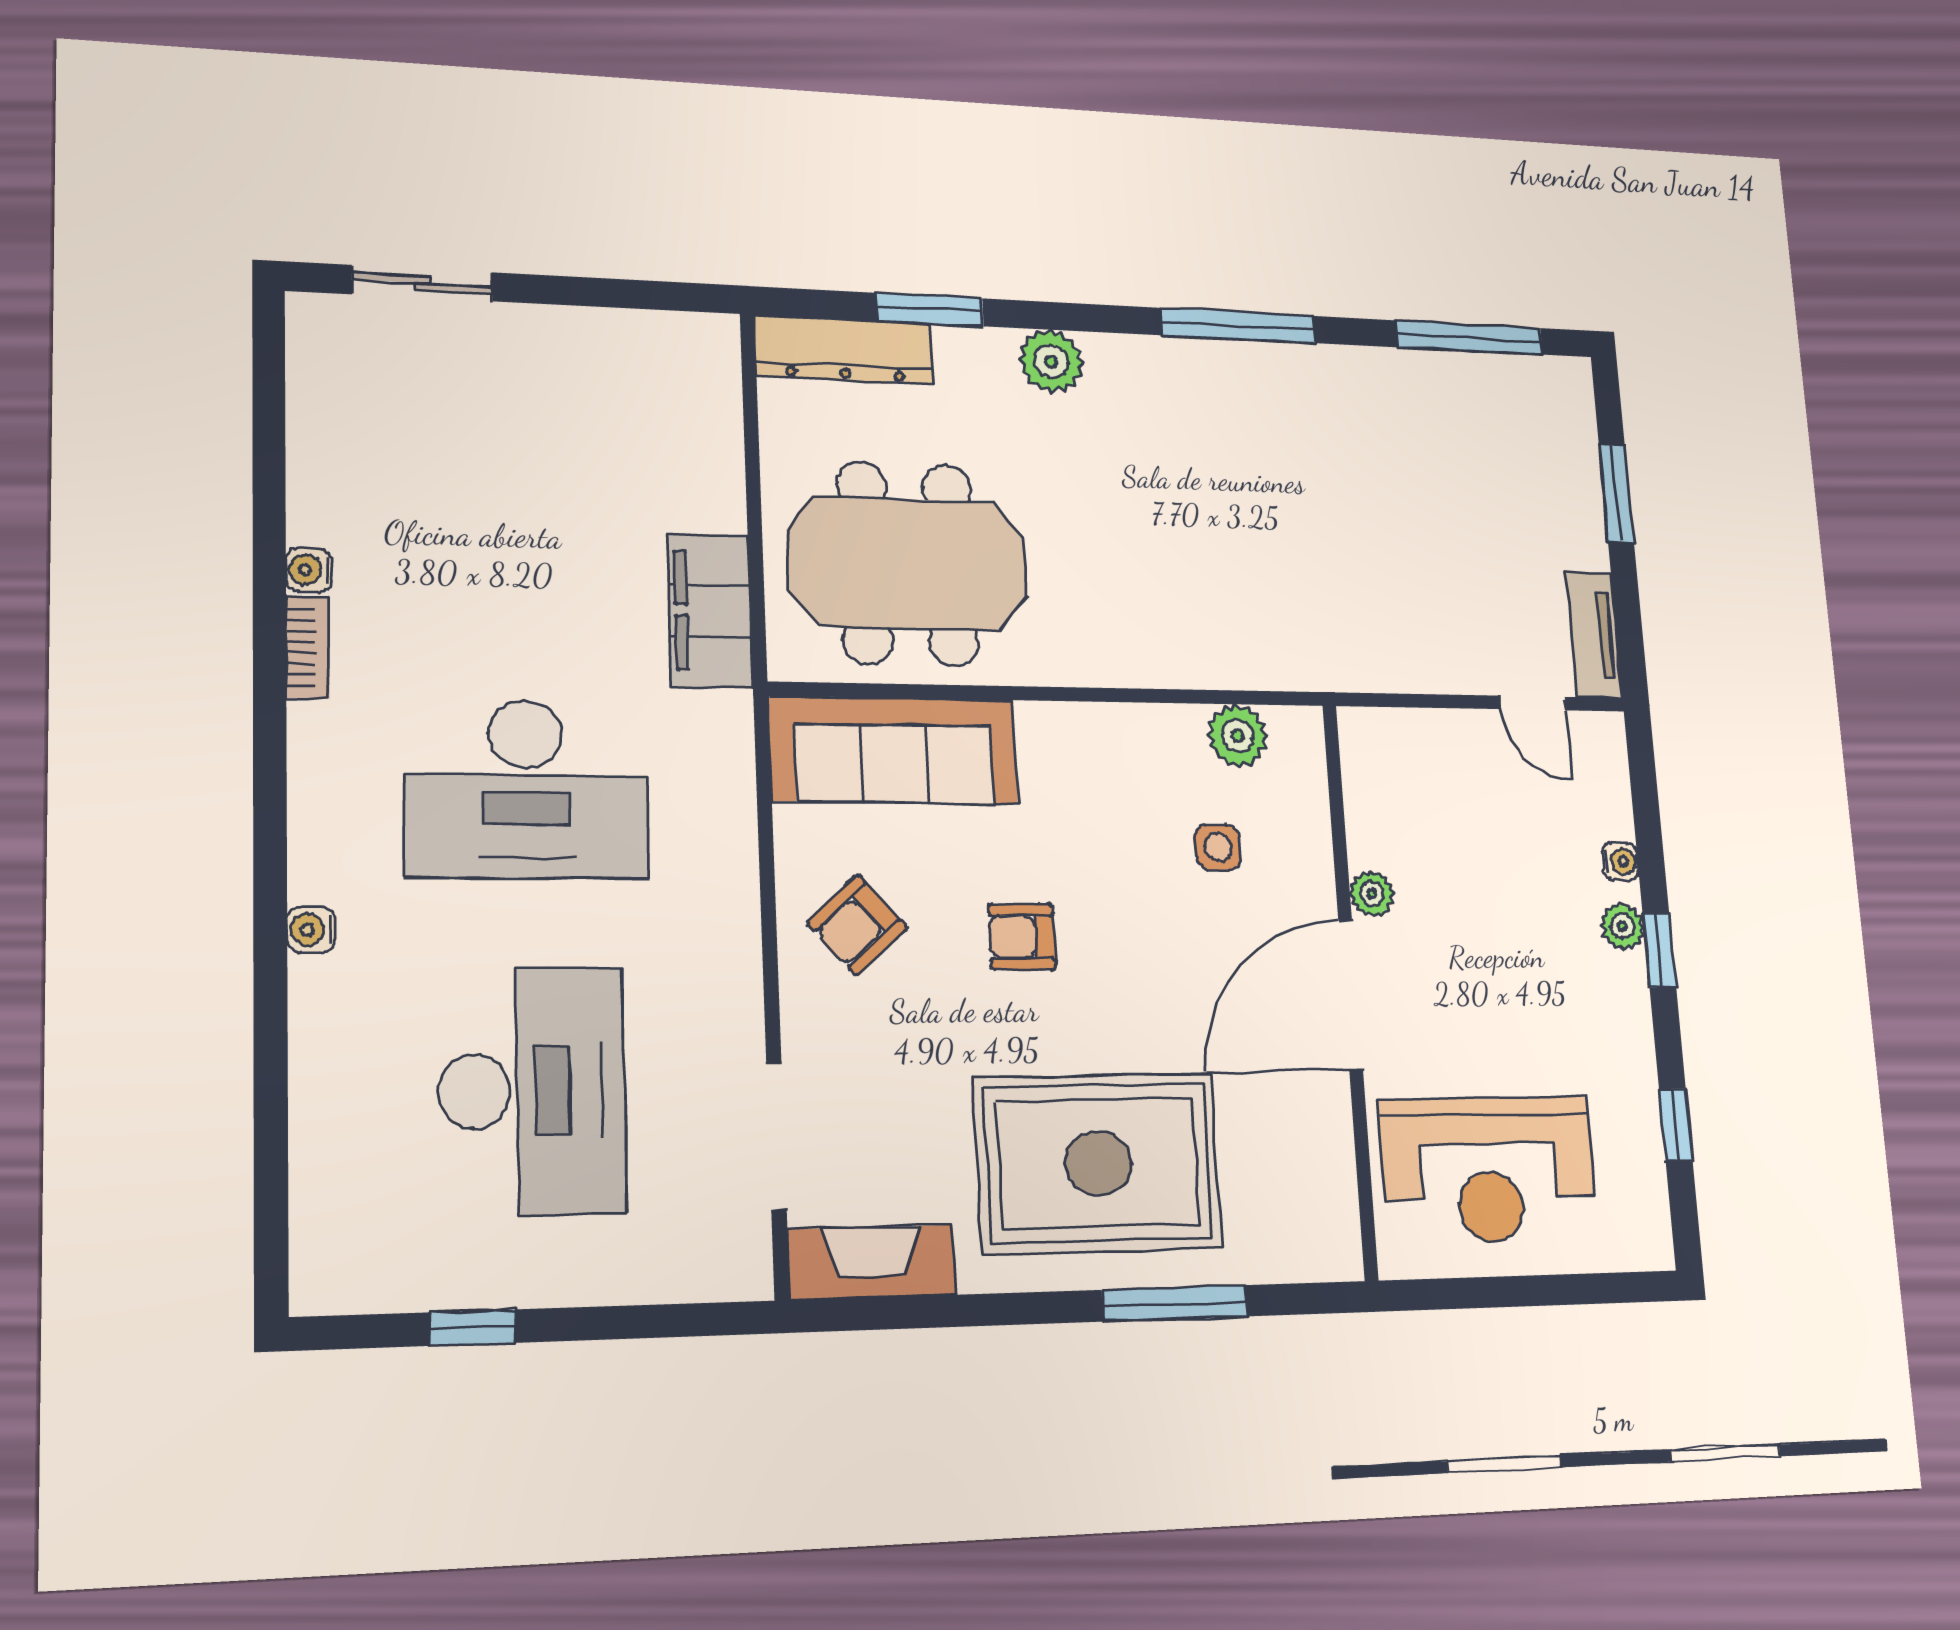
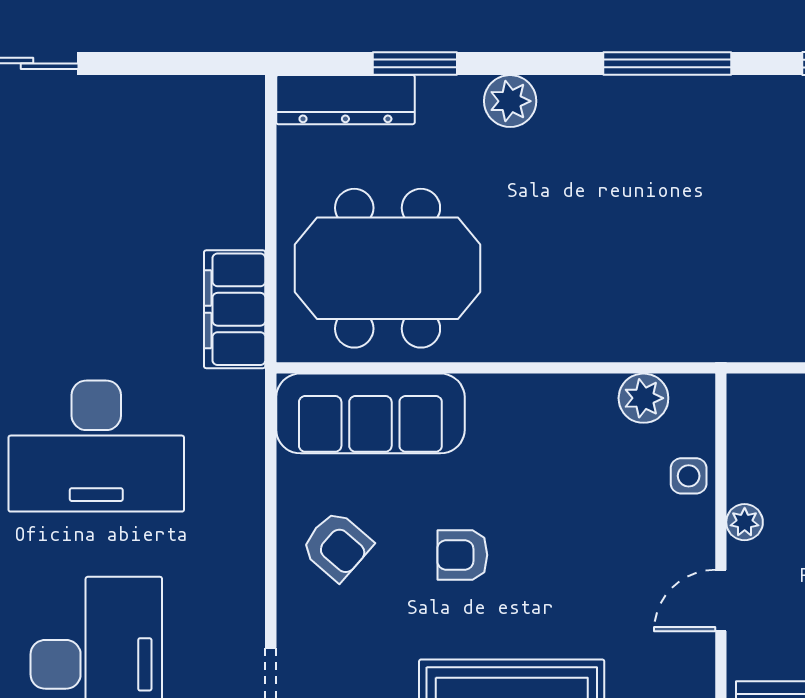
side table: (1218, 847) -> (689, 476), moved
armchair: (857, 925) -> (337, 546), turned -97
door: (1351, 995) -> (721, 601), width x0.53

